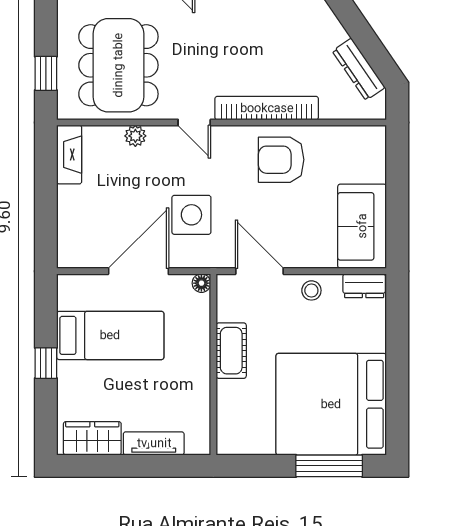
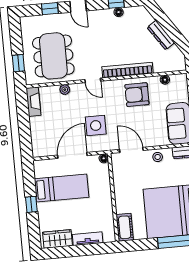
dresser: (359, 69) -> (161, 35), moved
floor lamp: (341, 135) -> (165, 80), added
cot: (231, 351) -> (125, 227), moved

